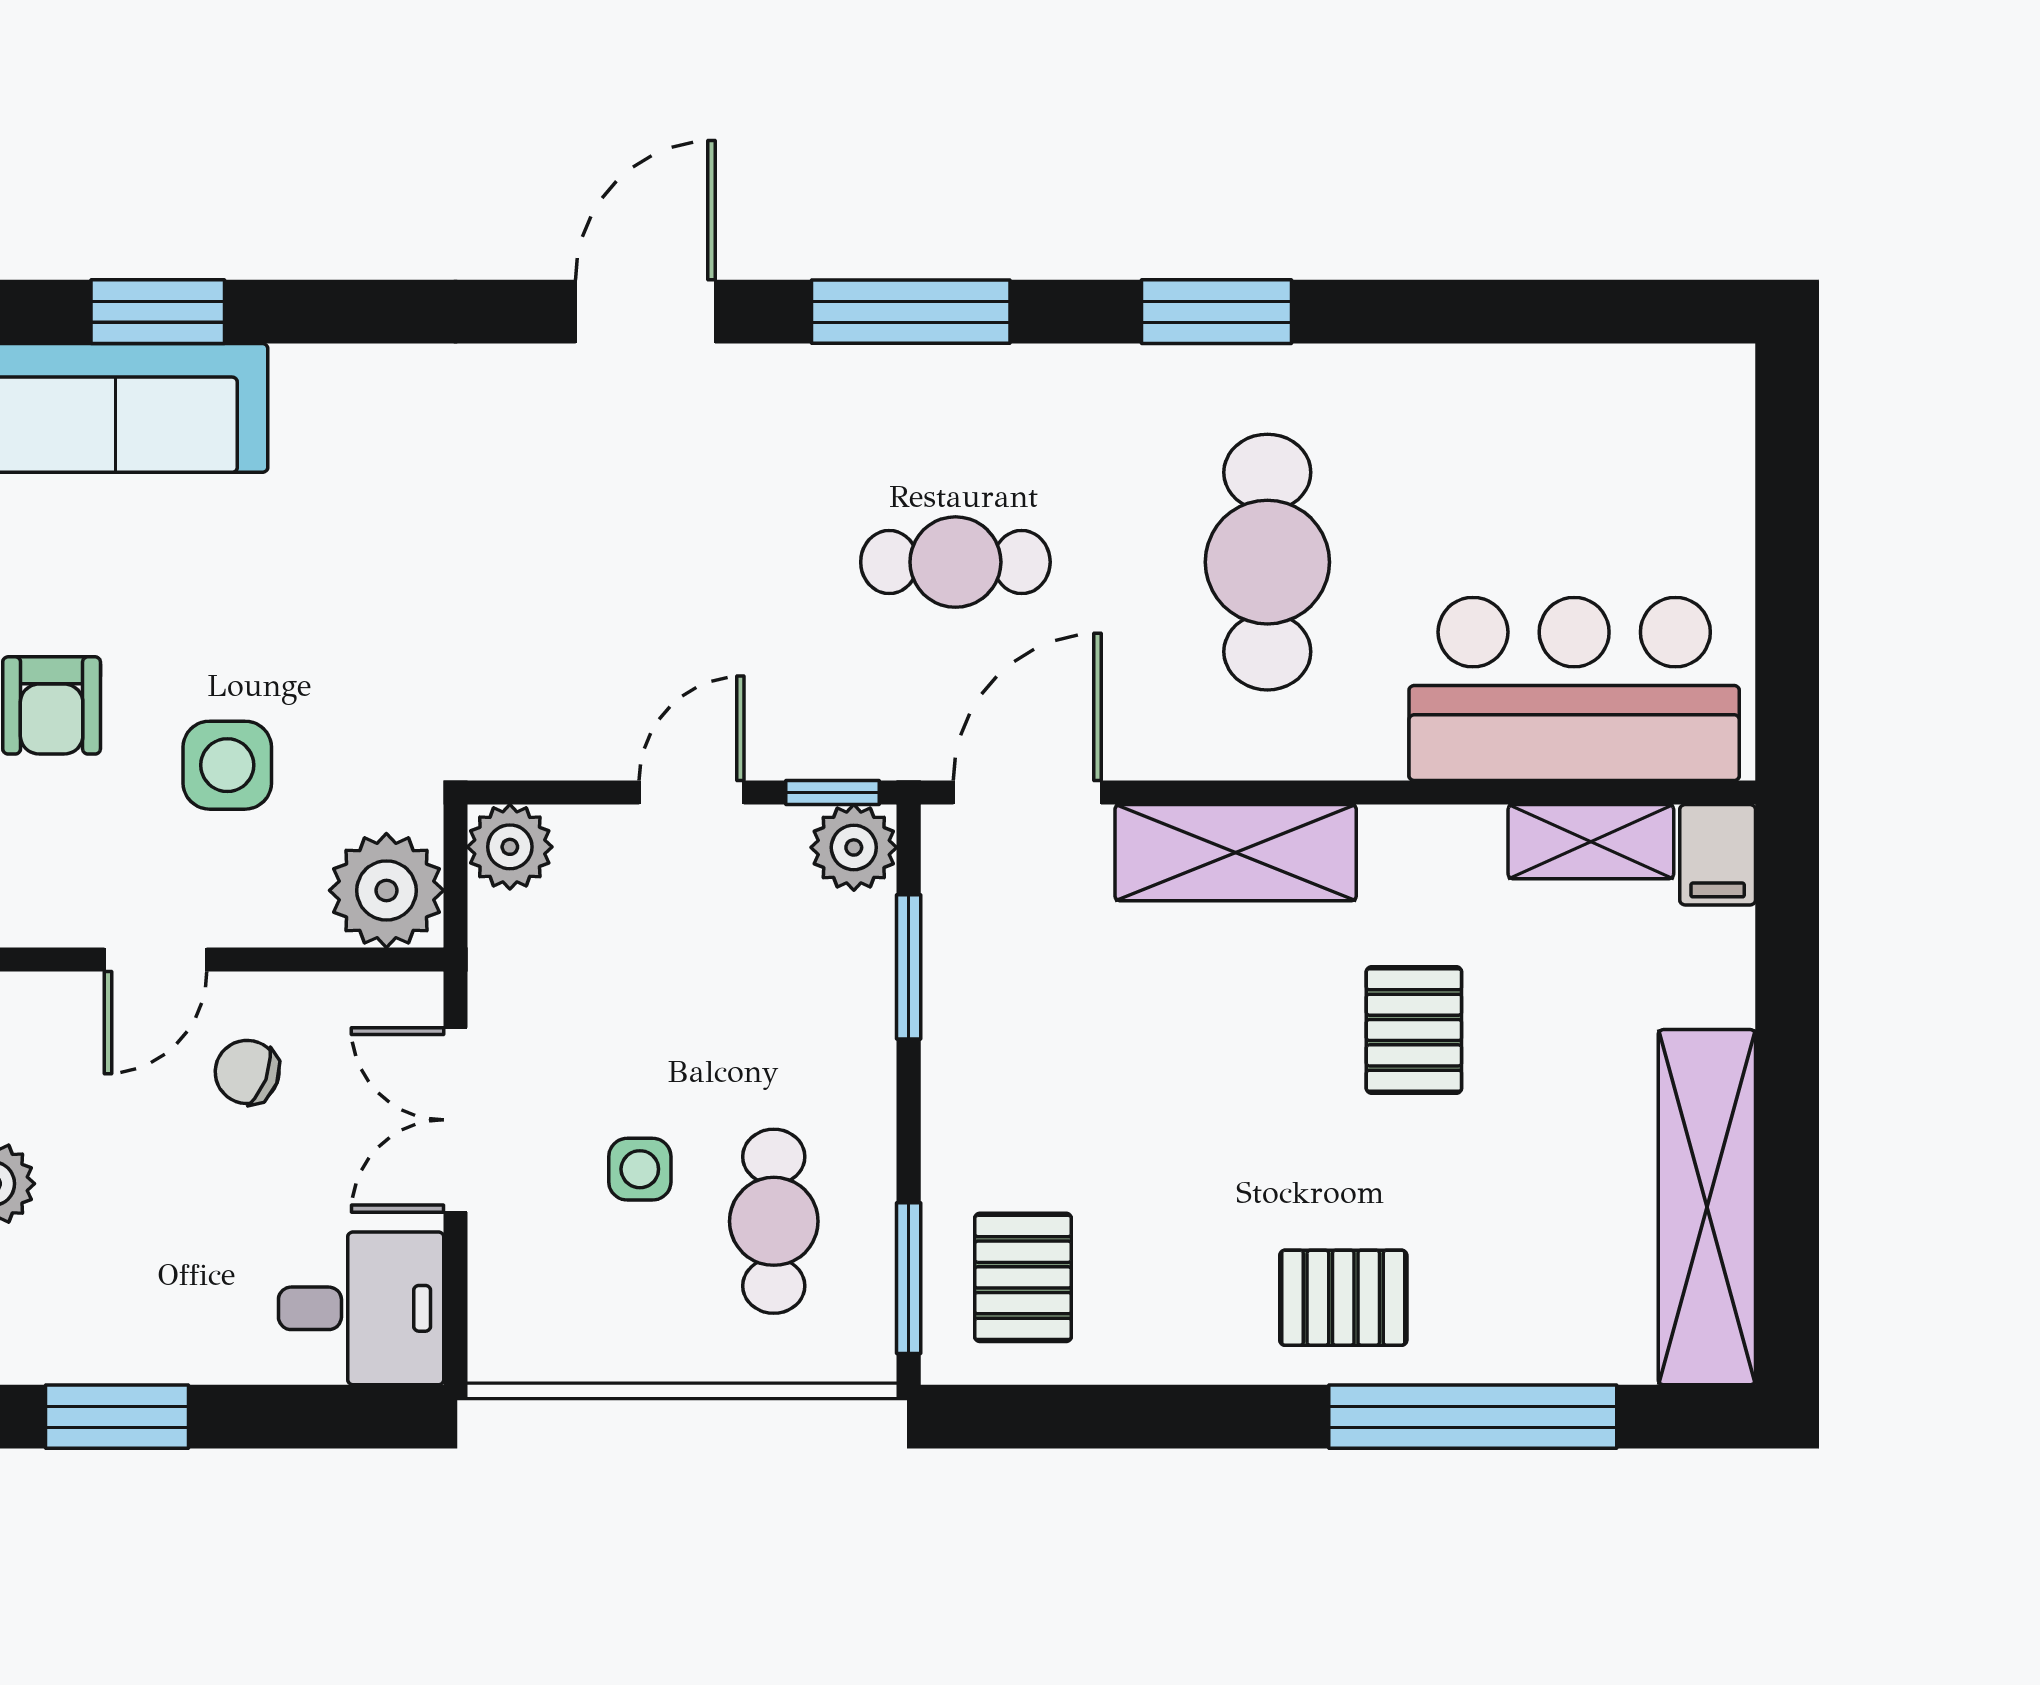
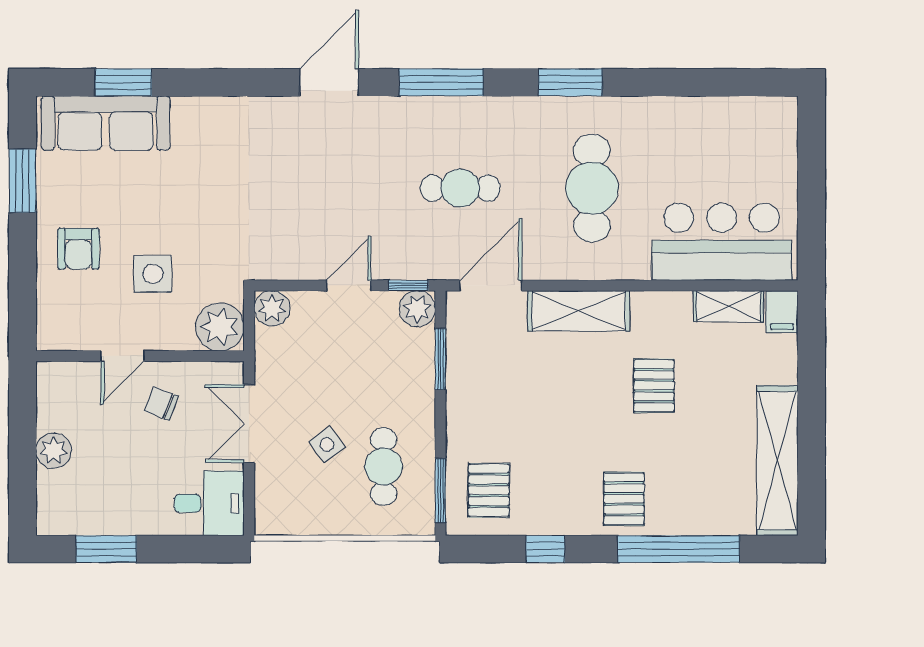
side table: (640, 1169) -> (327, 445), turned -36
pallet: (1343, 1298) -> (624, 499), turned 90
window: (1157, 1417) -> (545, 549), added

